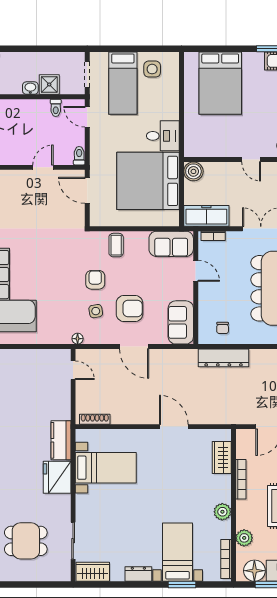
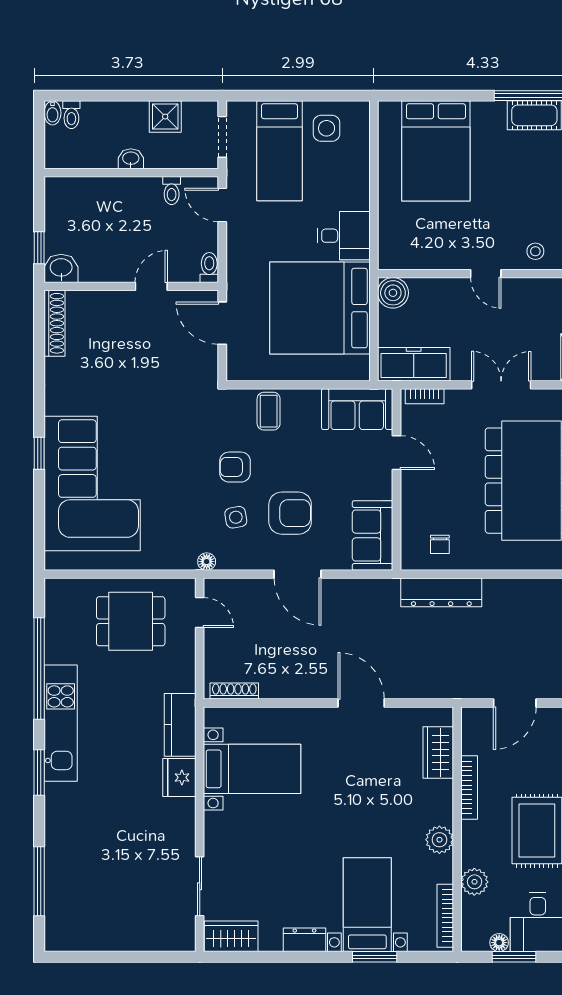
shower: (49, 84) -> (165, 117), moved
armchair: (95, 280) -> (235, 467), turned -90
fridge: (57, 477) -> (179, 777), width x0.73, depth x0.75
dining table: (26, 541) -> (131, 621), moved
floor lamp: (254, 571) -> (499, 943), width x0.53, depth x0.53

